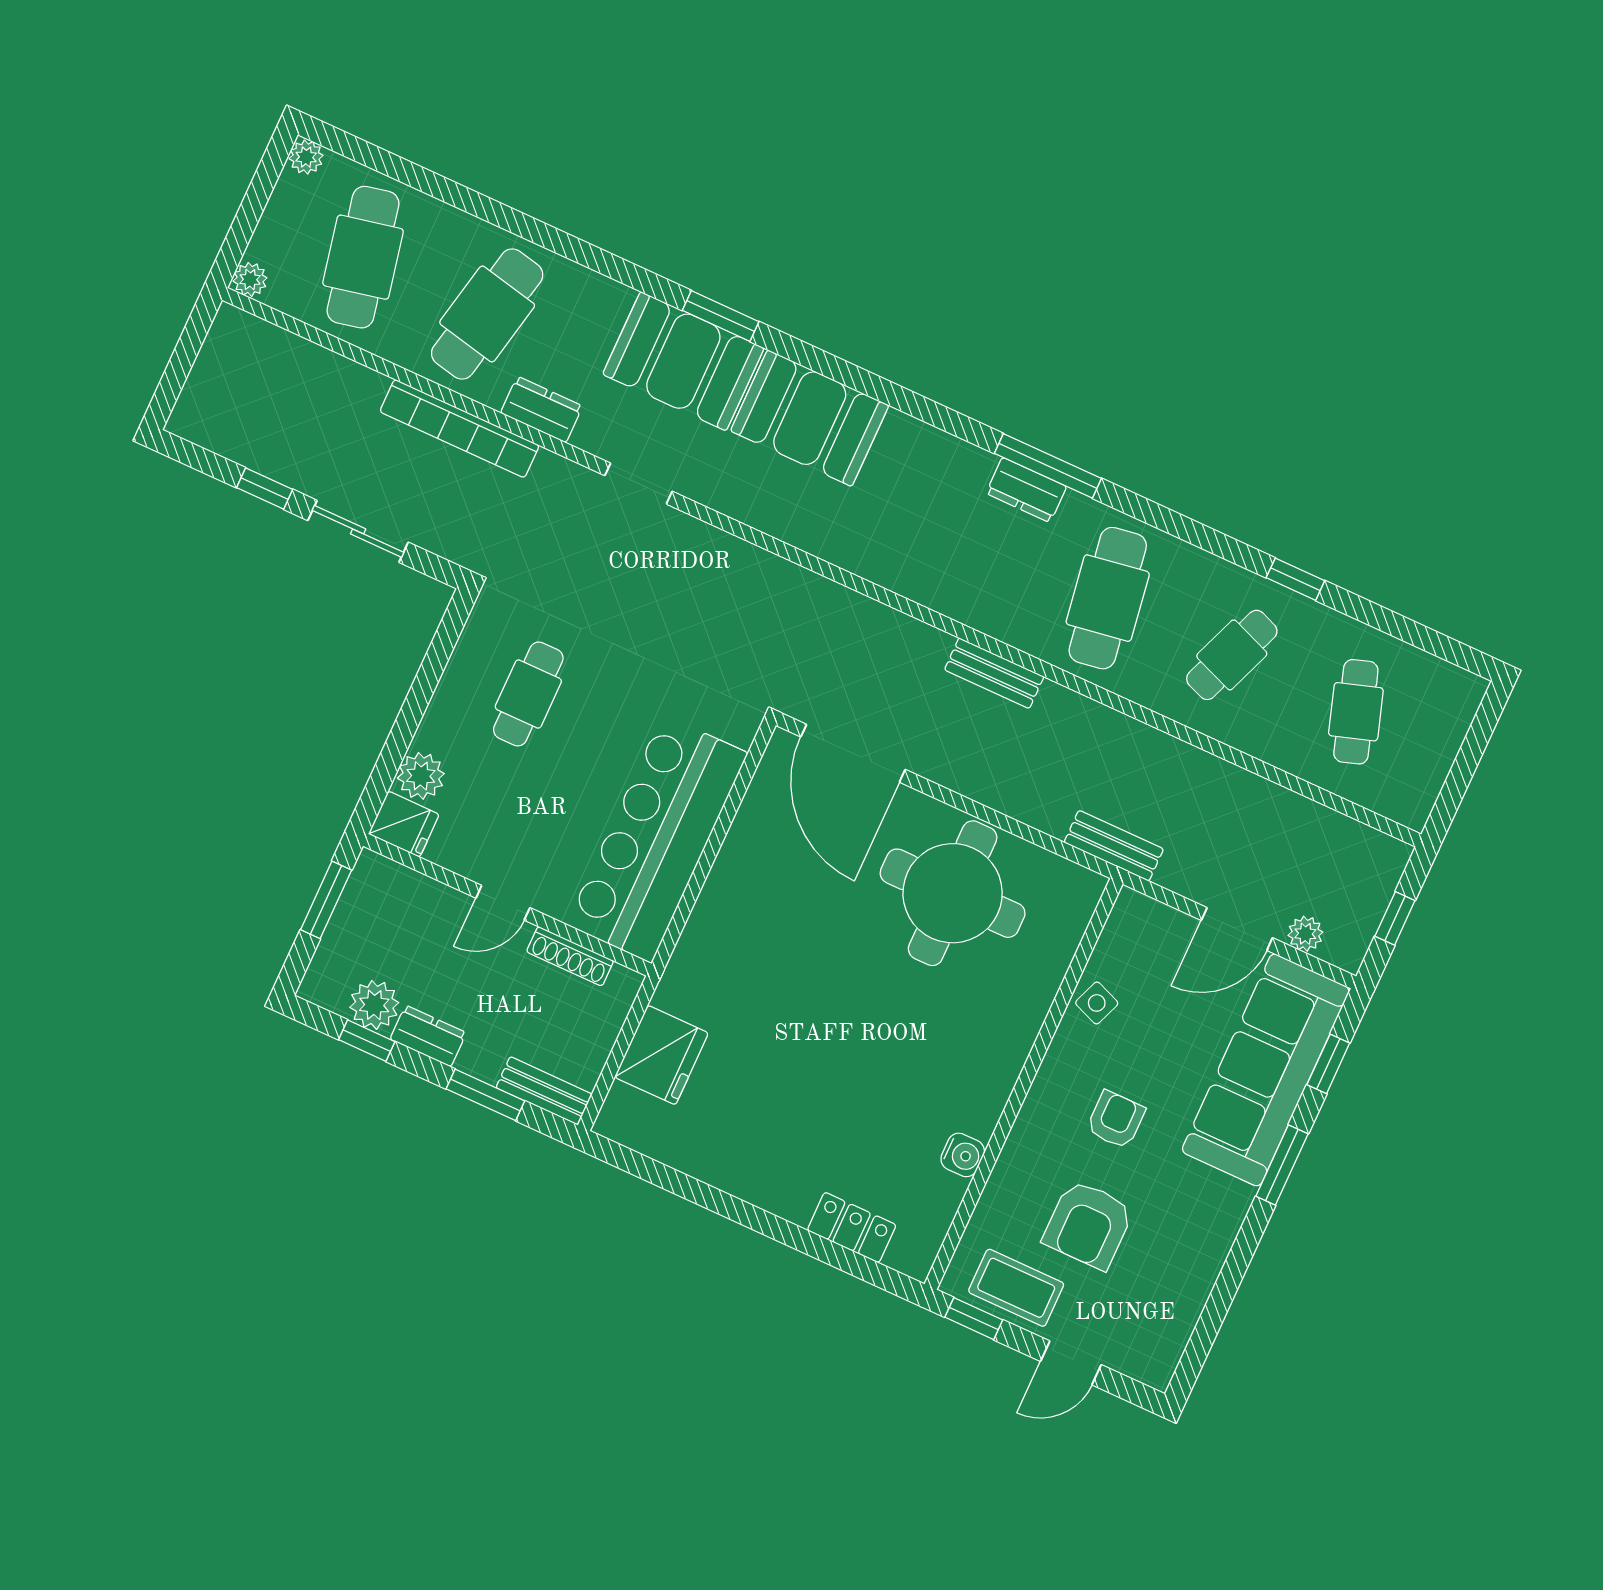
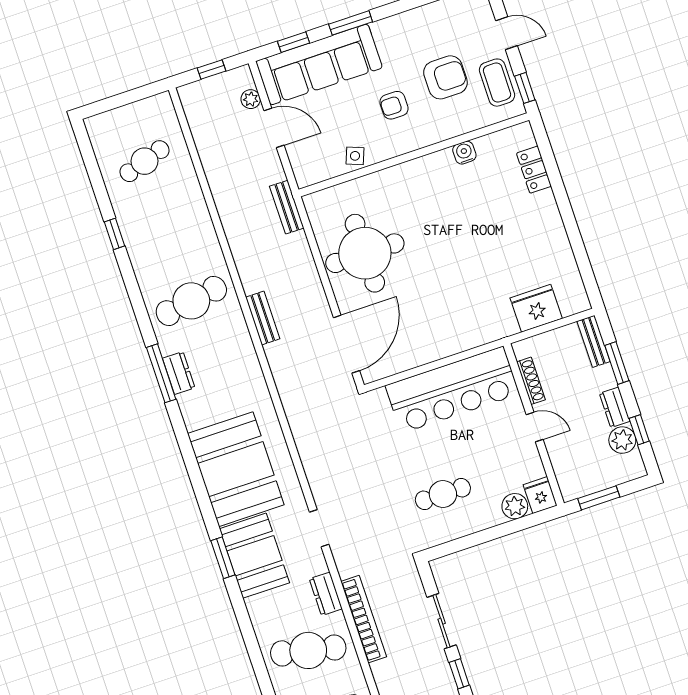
booth: (810, 418) -> (236, 469), width x1.36, depth x1.42
cafe table: (1232, 655) -> (168, 231), removed

